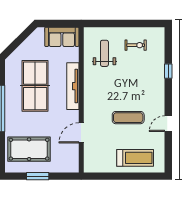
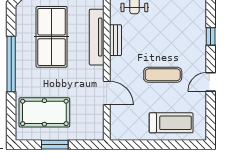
window: (168, 71) -> (211, 36), moved
bench: (89, 89) -> (115, 40), added
door: (81, 133) -> (107, 93), swing flipped

